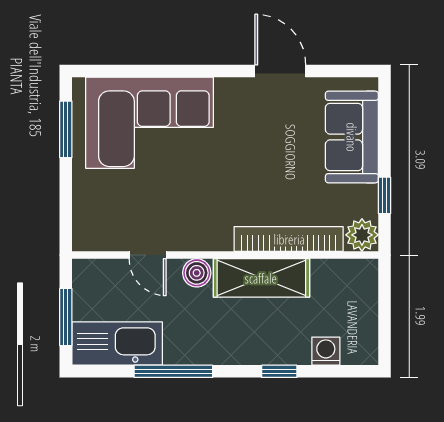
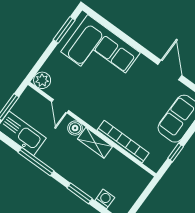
plant: (362, 235) -> (42, 80), moved
shelving: (261, 278) -> (95, 143), width x0.67, depth x0.75
window: (279, 371) -> (80, 193), width x1.50

